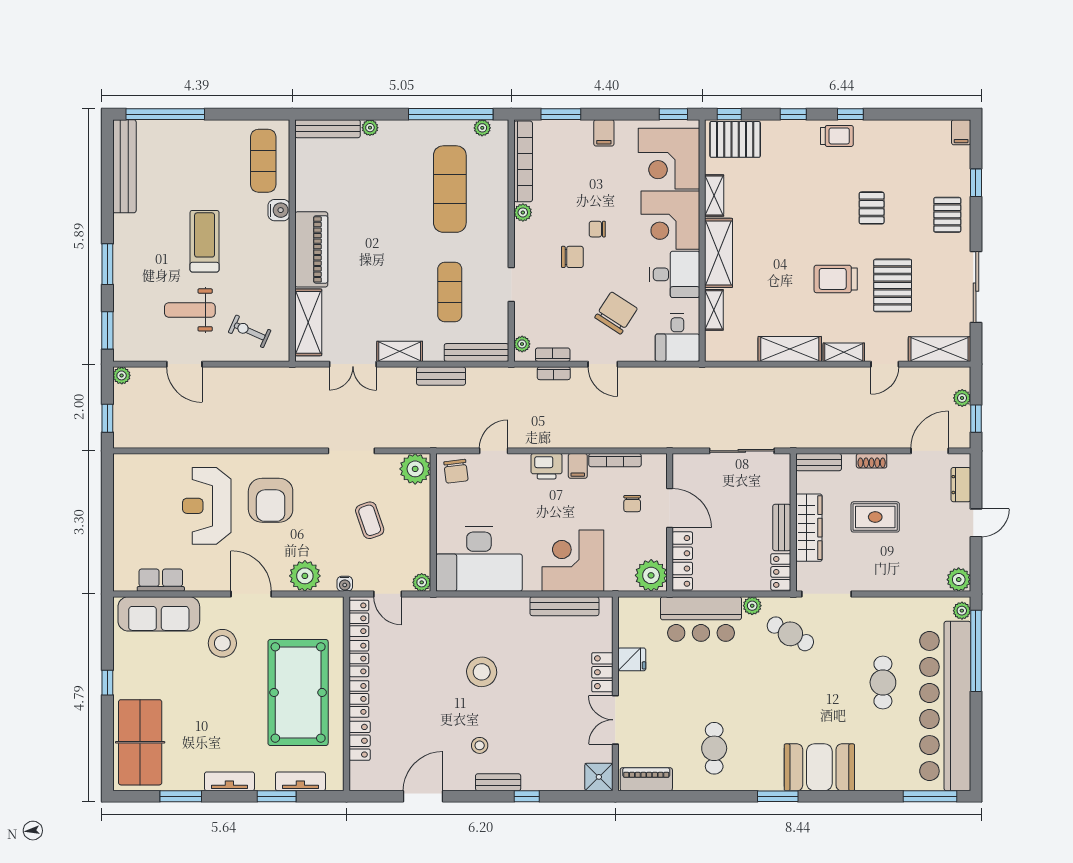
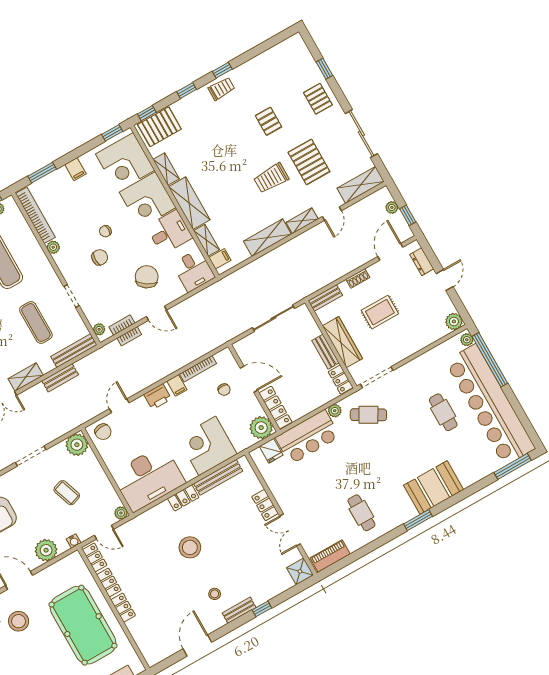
filing cabinet: (961, 132) -> (220, 259), moved, turned -90
fridge: (632, 659) -> (271, 451), moved, turned 90
locker: (360, 741) -> (183, 498), moved, turned 90

